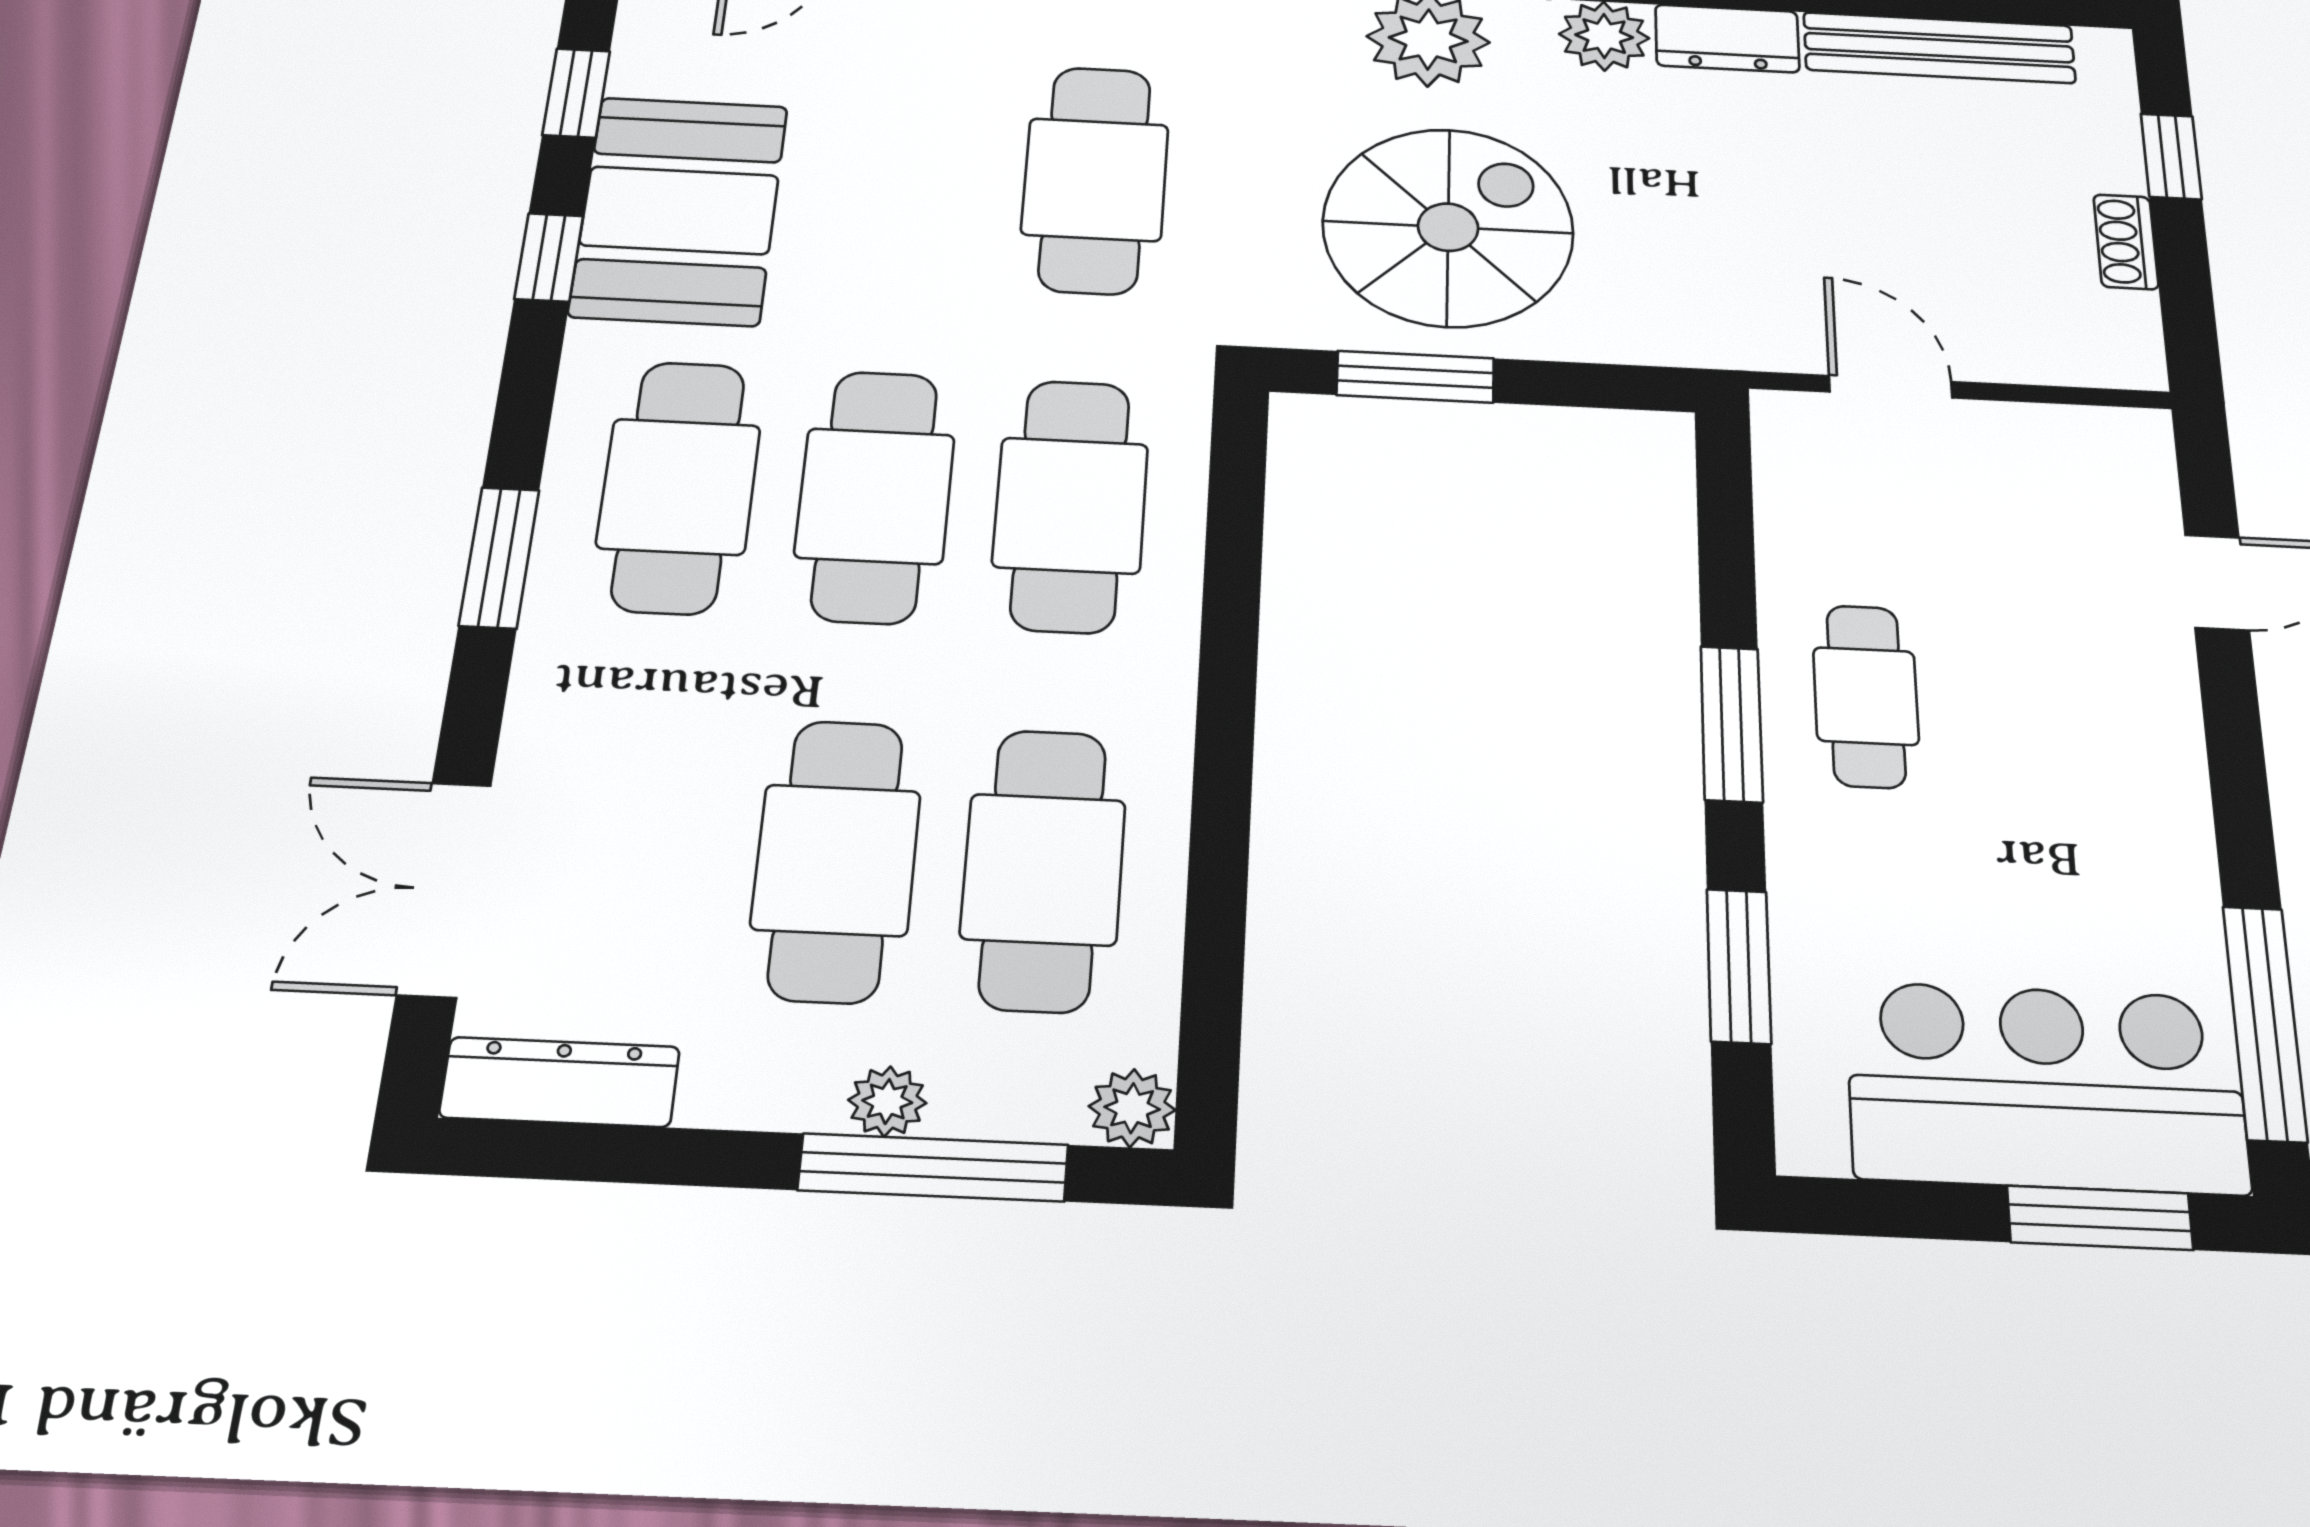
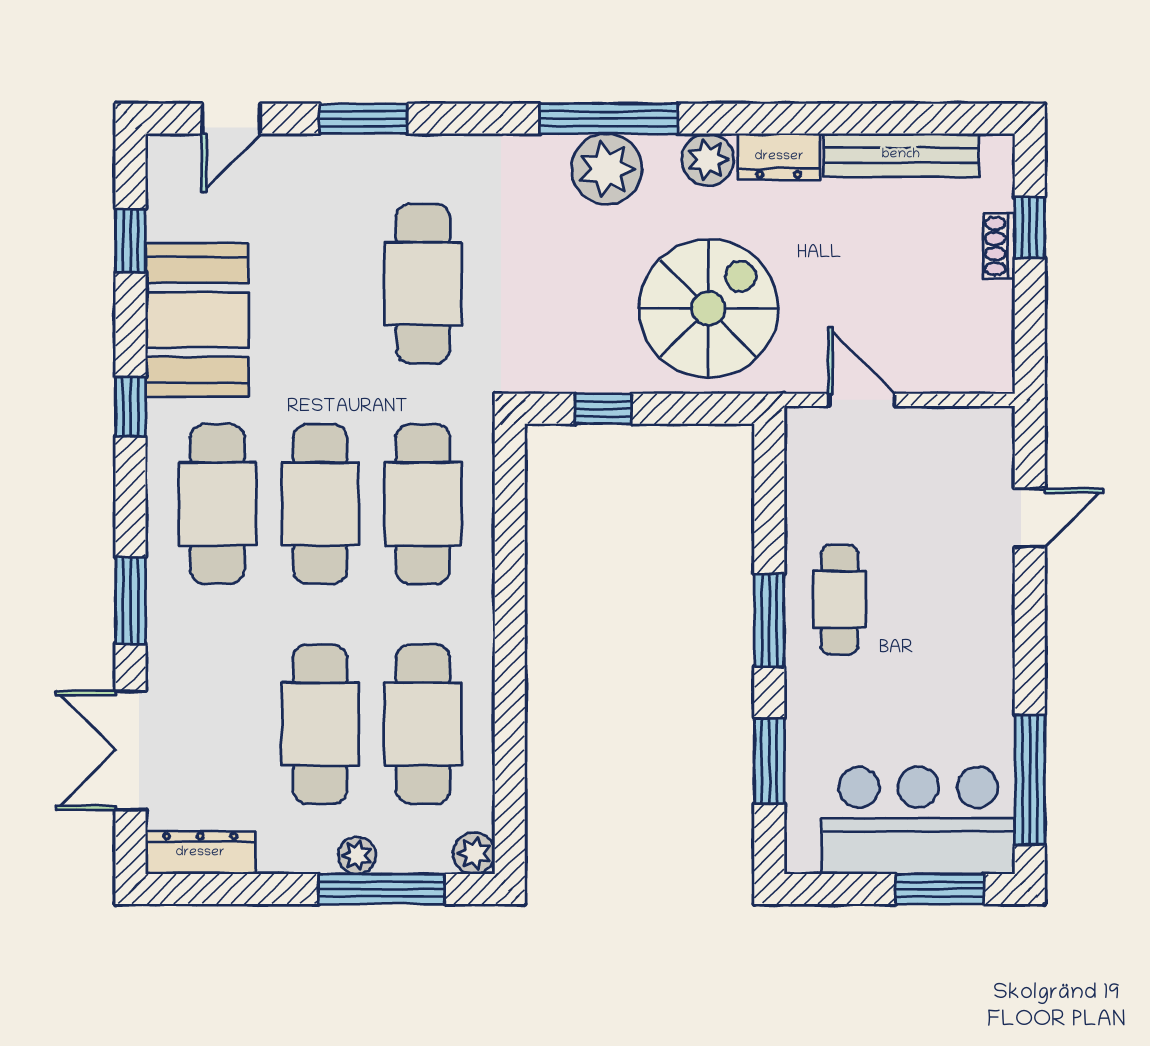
spiral stairs: (1448, 227) -> (709, 308), moved
shoe rack: (2126, 242) -> (999, 246), moved
window: (549, 257) -> (131, 407), moved
window: (1415, 377) -> (603, 409), width x0.67
window: (499, 558) -> (131, 601), moved

